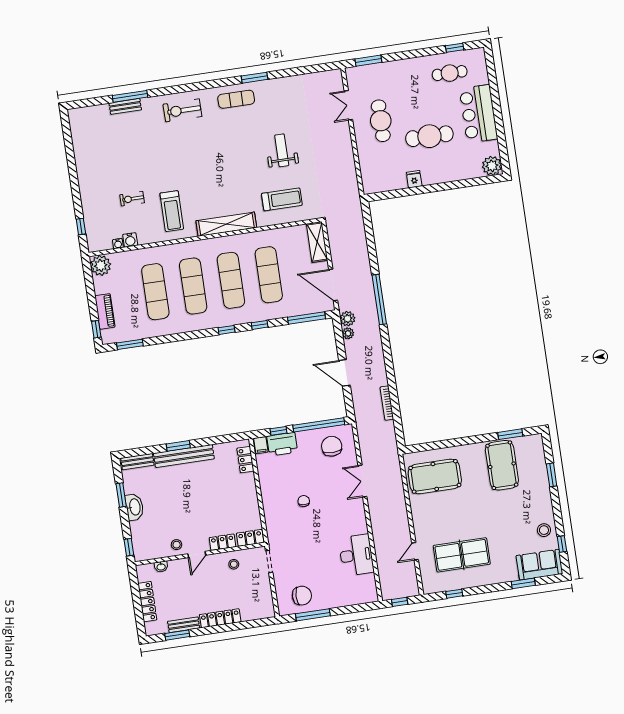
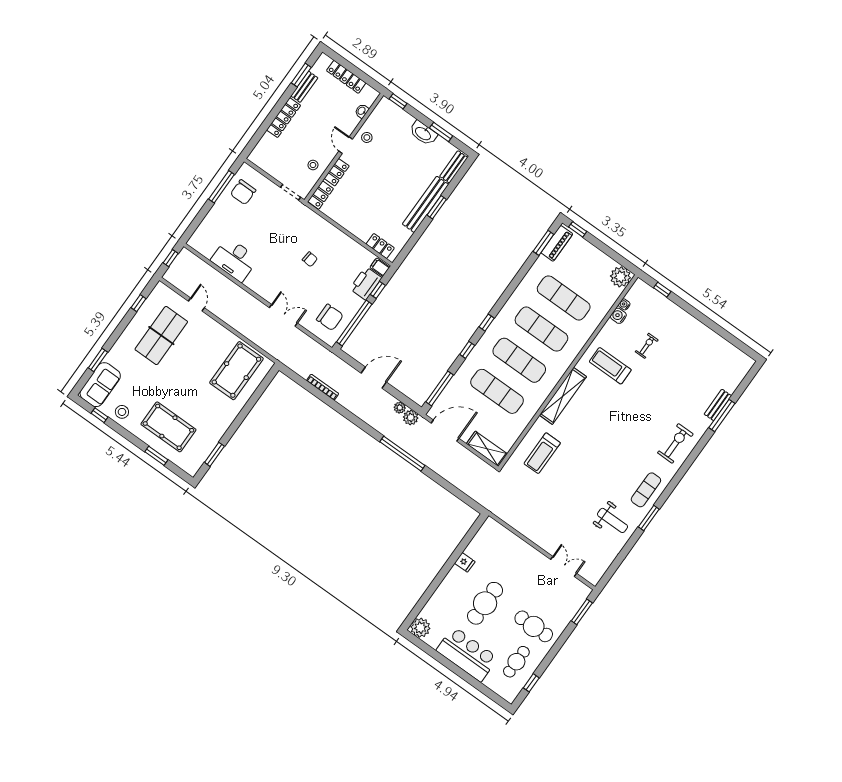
cafe table: (381, 121) -> (534, 626), moved
weight bench: (282, 150) -> (613, 520), moved
piano: (105, 311) -> (557, 243), moved, turned -90
pool table: (502, 465) -> (168, 427), moved

